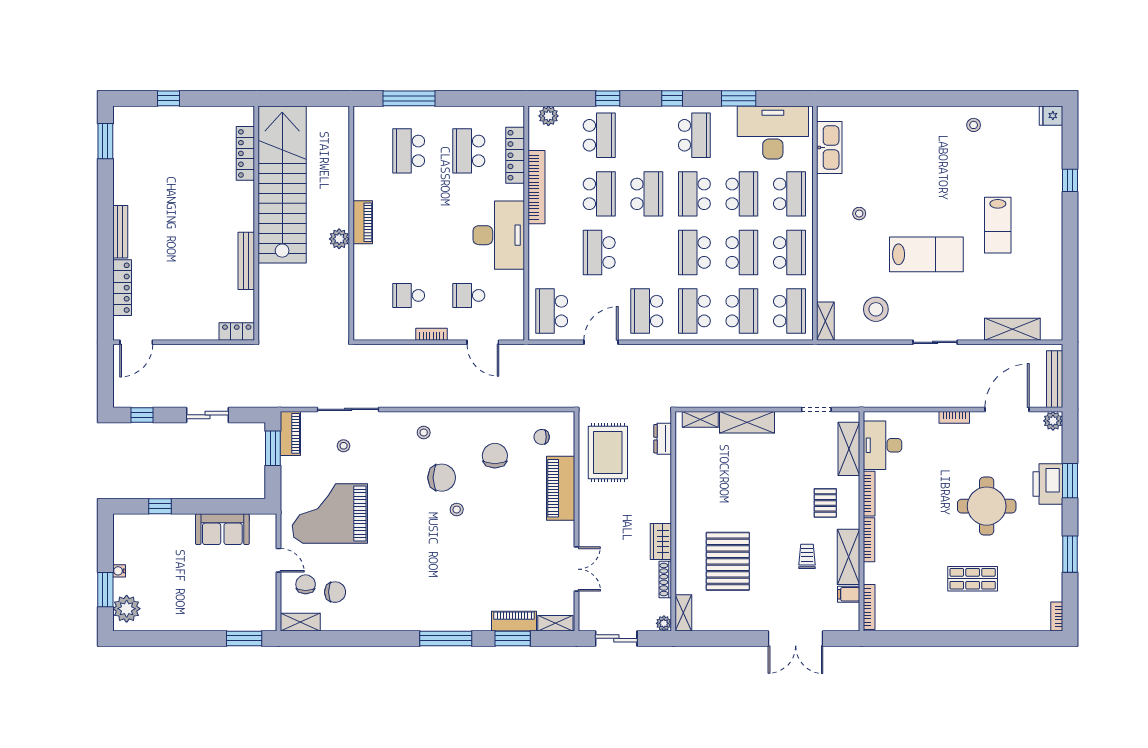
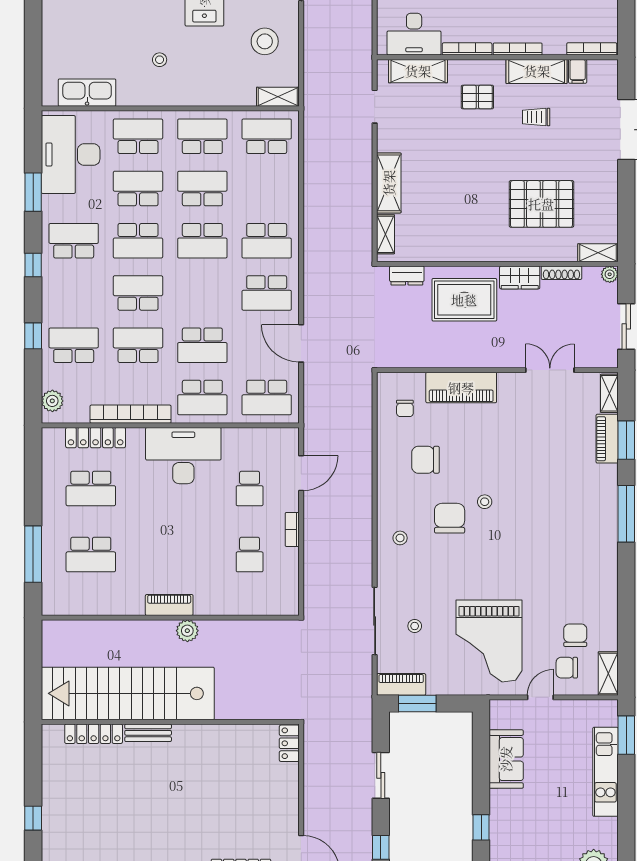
bench: (246, 261) -> (148, 733), moved, width x0.73
school desk: (742, 311) -> (202, 397), moved, turned 180
rug: (608, 453) -> (464, 300), moved
kitchen unit: (211, 620) -> (605, 772), added

